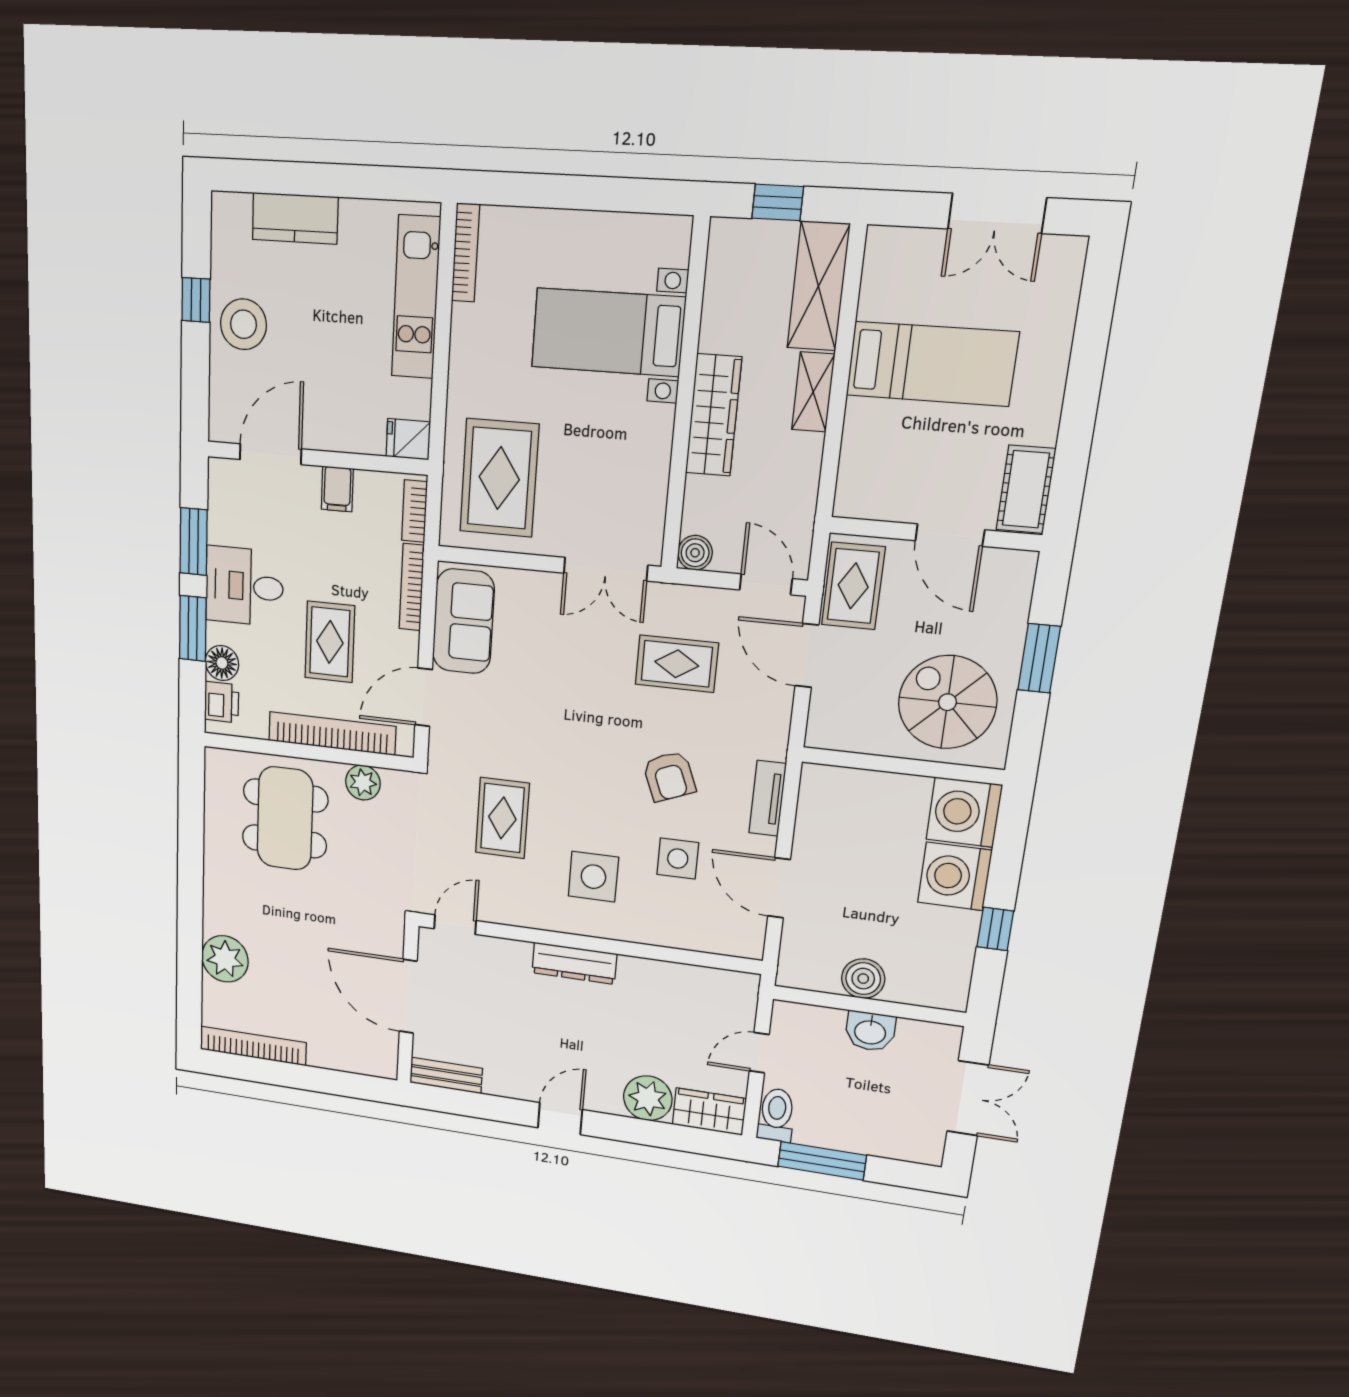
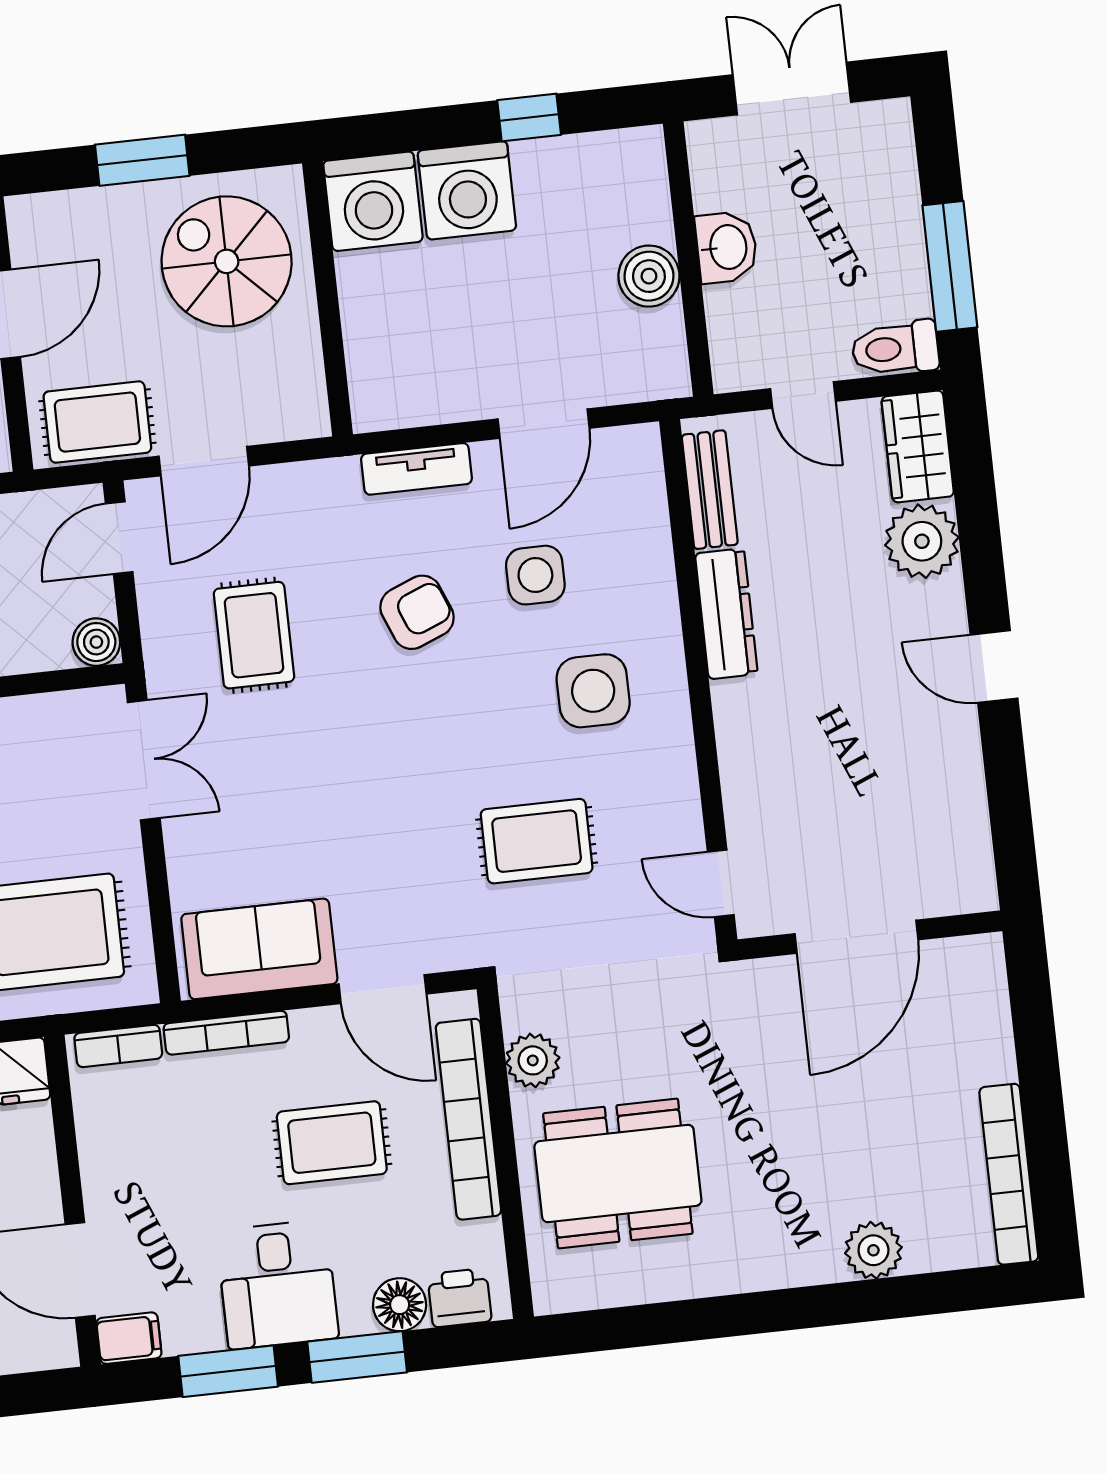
filing cabinet: (337, 489) -> (129, 1338), moved
spiral stairs: (948, 702) -> (227, 261), turned 90
plant: (225, 959) -> (873, 1250), width x0.73, depth x0.73
dresser: (574, 963) -> (726, 614), moved
bench: (446, 1075) -> (710, 490), moved

